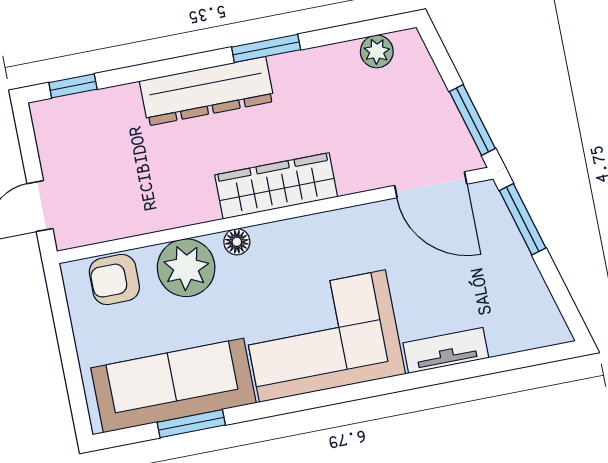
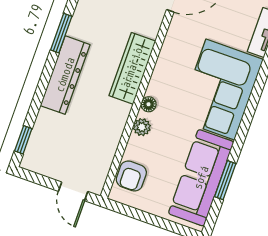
plant: (186, 268) -> (142, 127), width x0.53, depth x0.53

